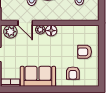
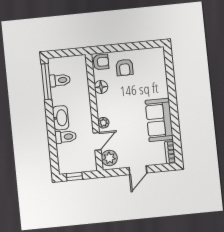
floor lamp: (51, 31) -> (101, 87), moved
armchair: (73, 73) -> (101, 62), moved

